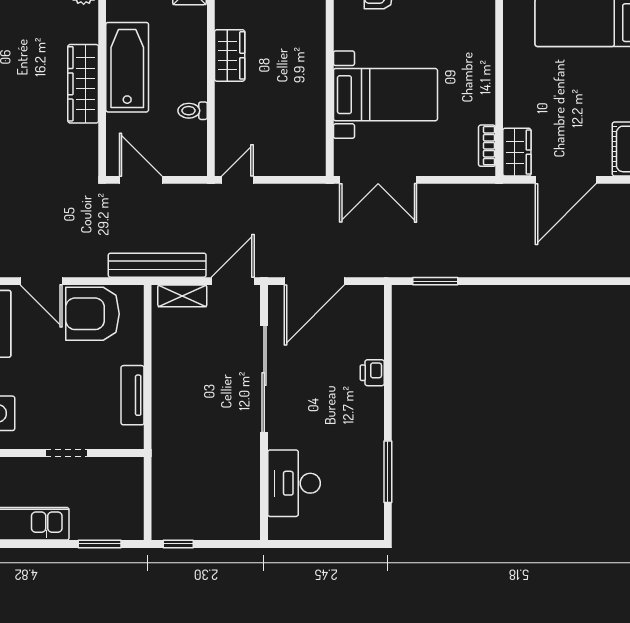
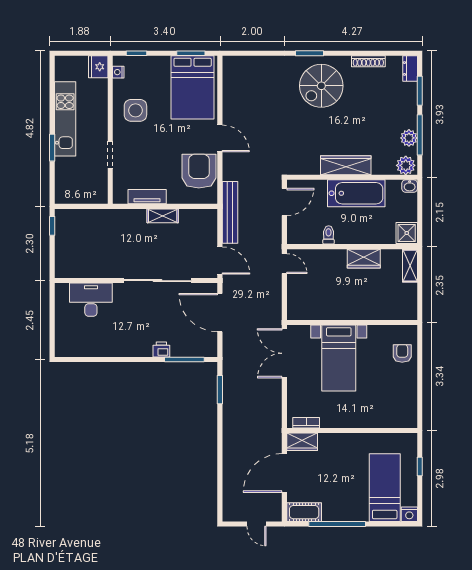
door: (566, 180) -> (284, 473), hinge flipped
door: (41, 281) -> (220, 138), swing flipped
shelving: (182, 296) -> (163, 216), moved, turned 90
window: (388, 472) -> (184, 360), moved
window: (100, 544) -> (52, 148), moved

